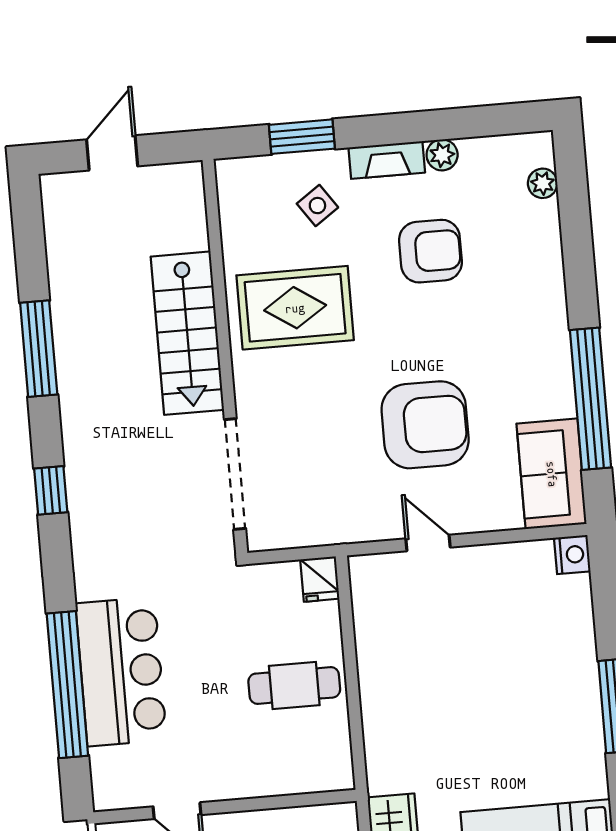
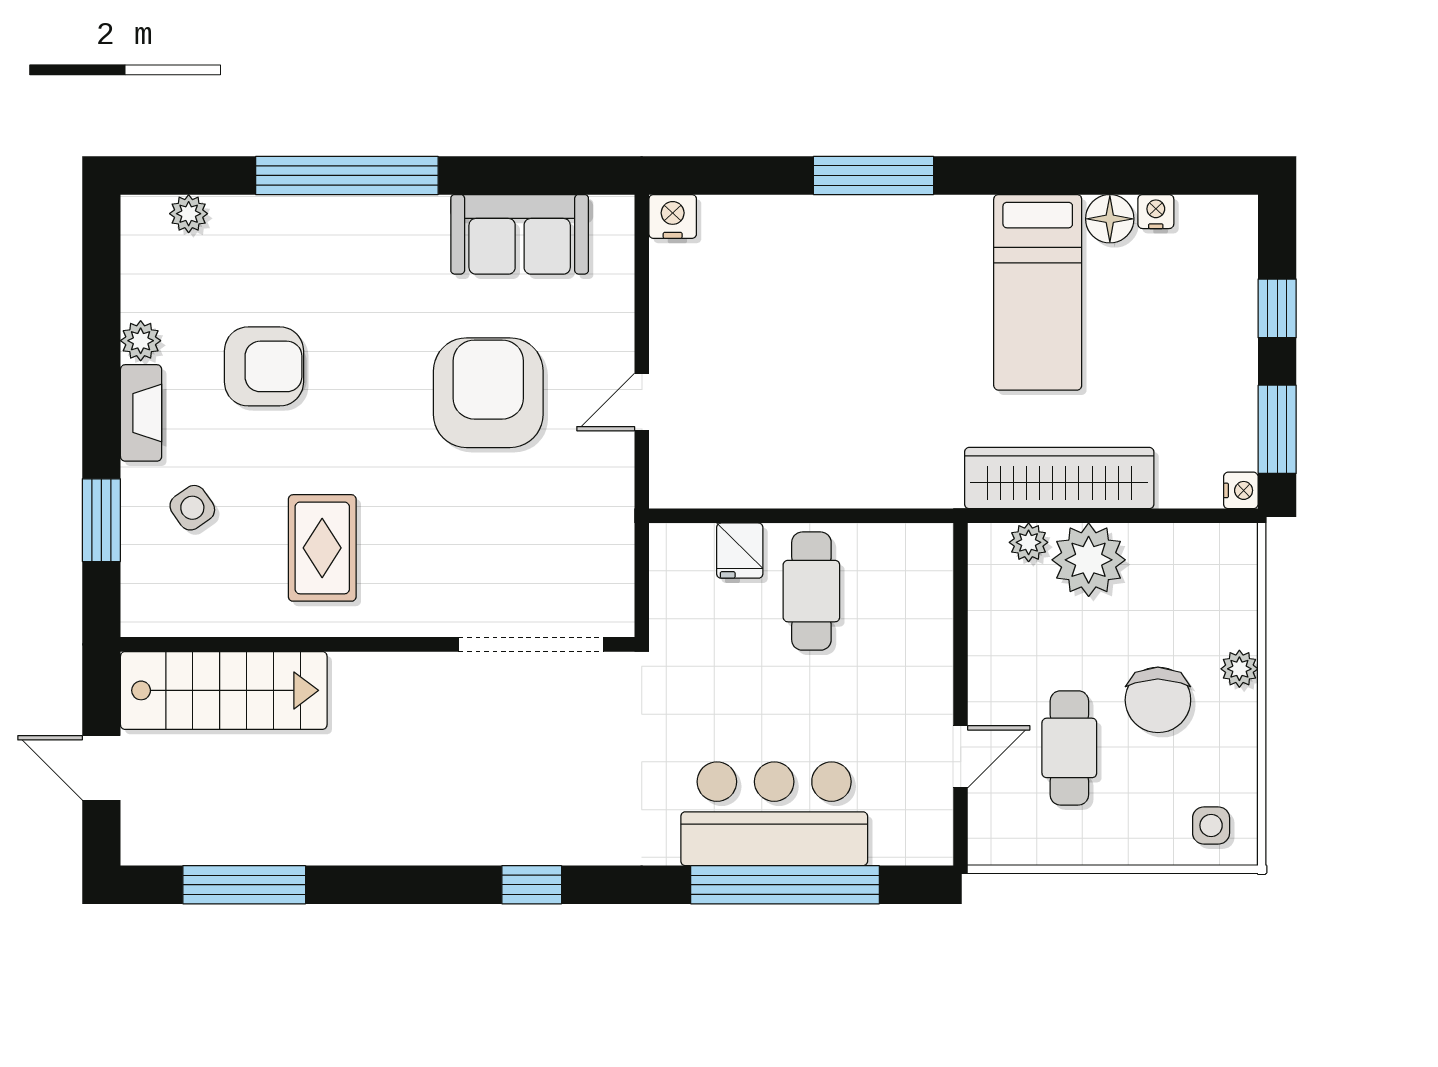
armchair: (430, 251) -> (264, 366), turned 90
rug: (295, 308) -> (322, 548), width x0.73, depth x0.70
stairs: (187, 333) -> (224, 690), moved
window: (39, 349) -> (244, 885), moved
window: (591, 399) -> (347, 175), moved
sofa: (552, 474) -> (520, 234), moved
fridge: (320, 579) -> (740, 551), moved, turned 90

